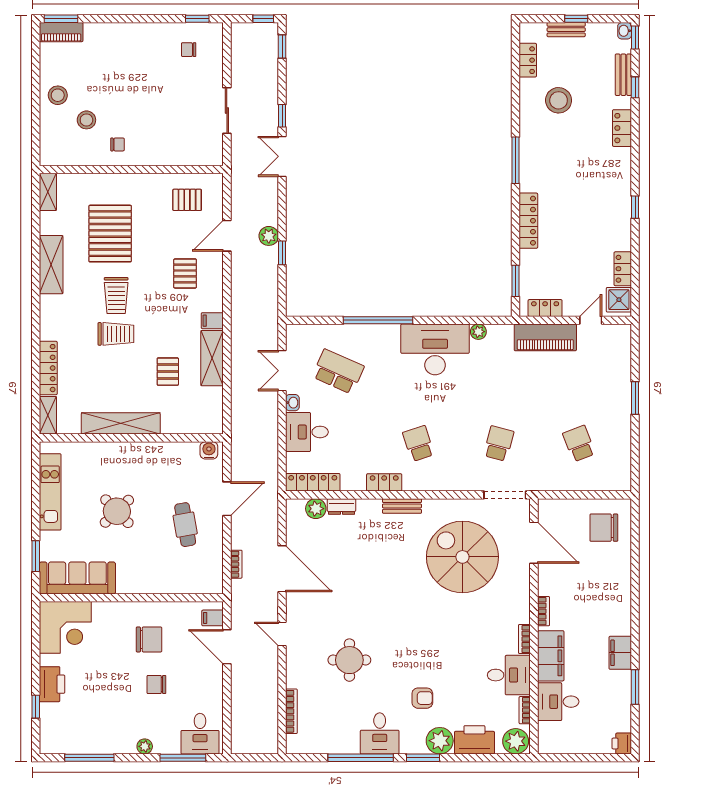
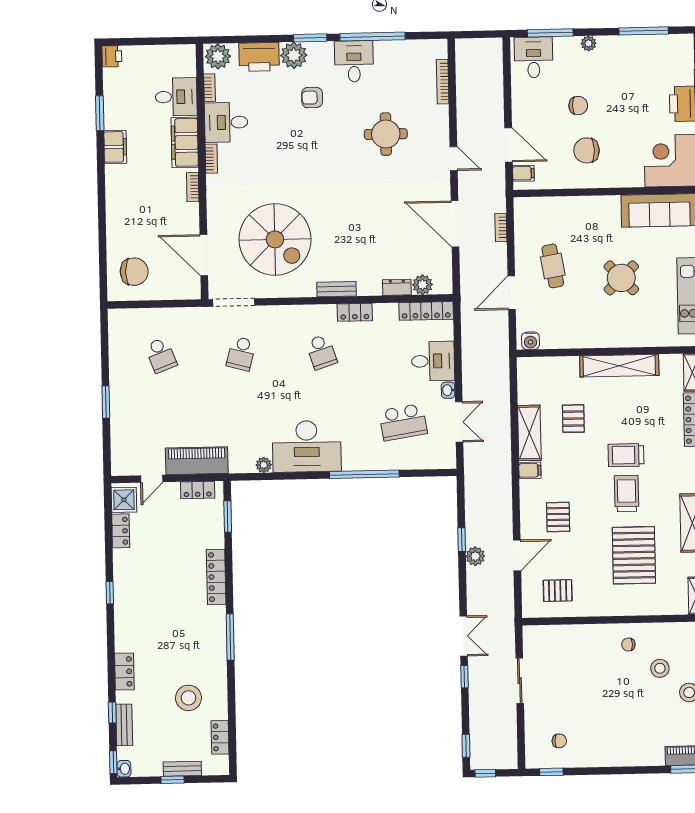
school desk: (338, 372) -> (403, 422), turned -33

